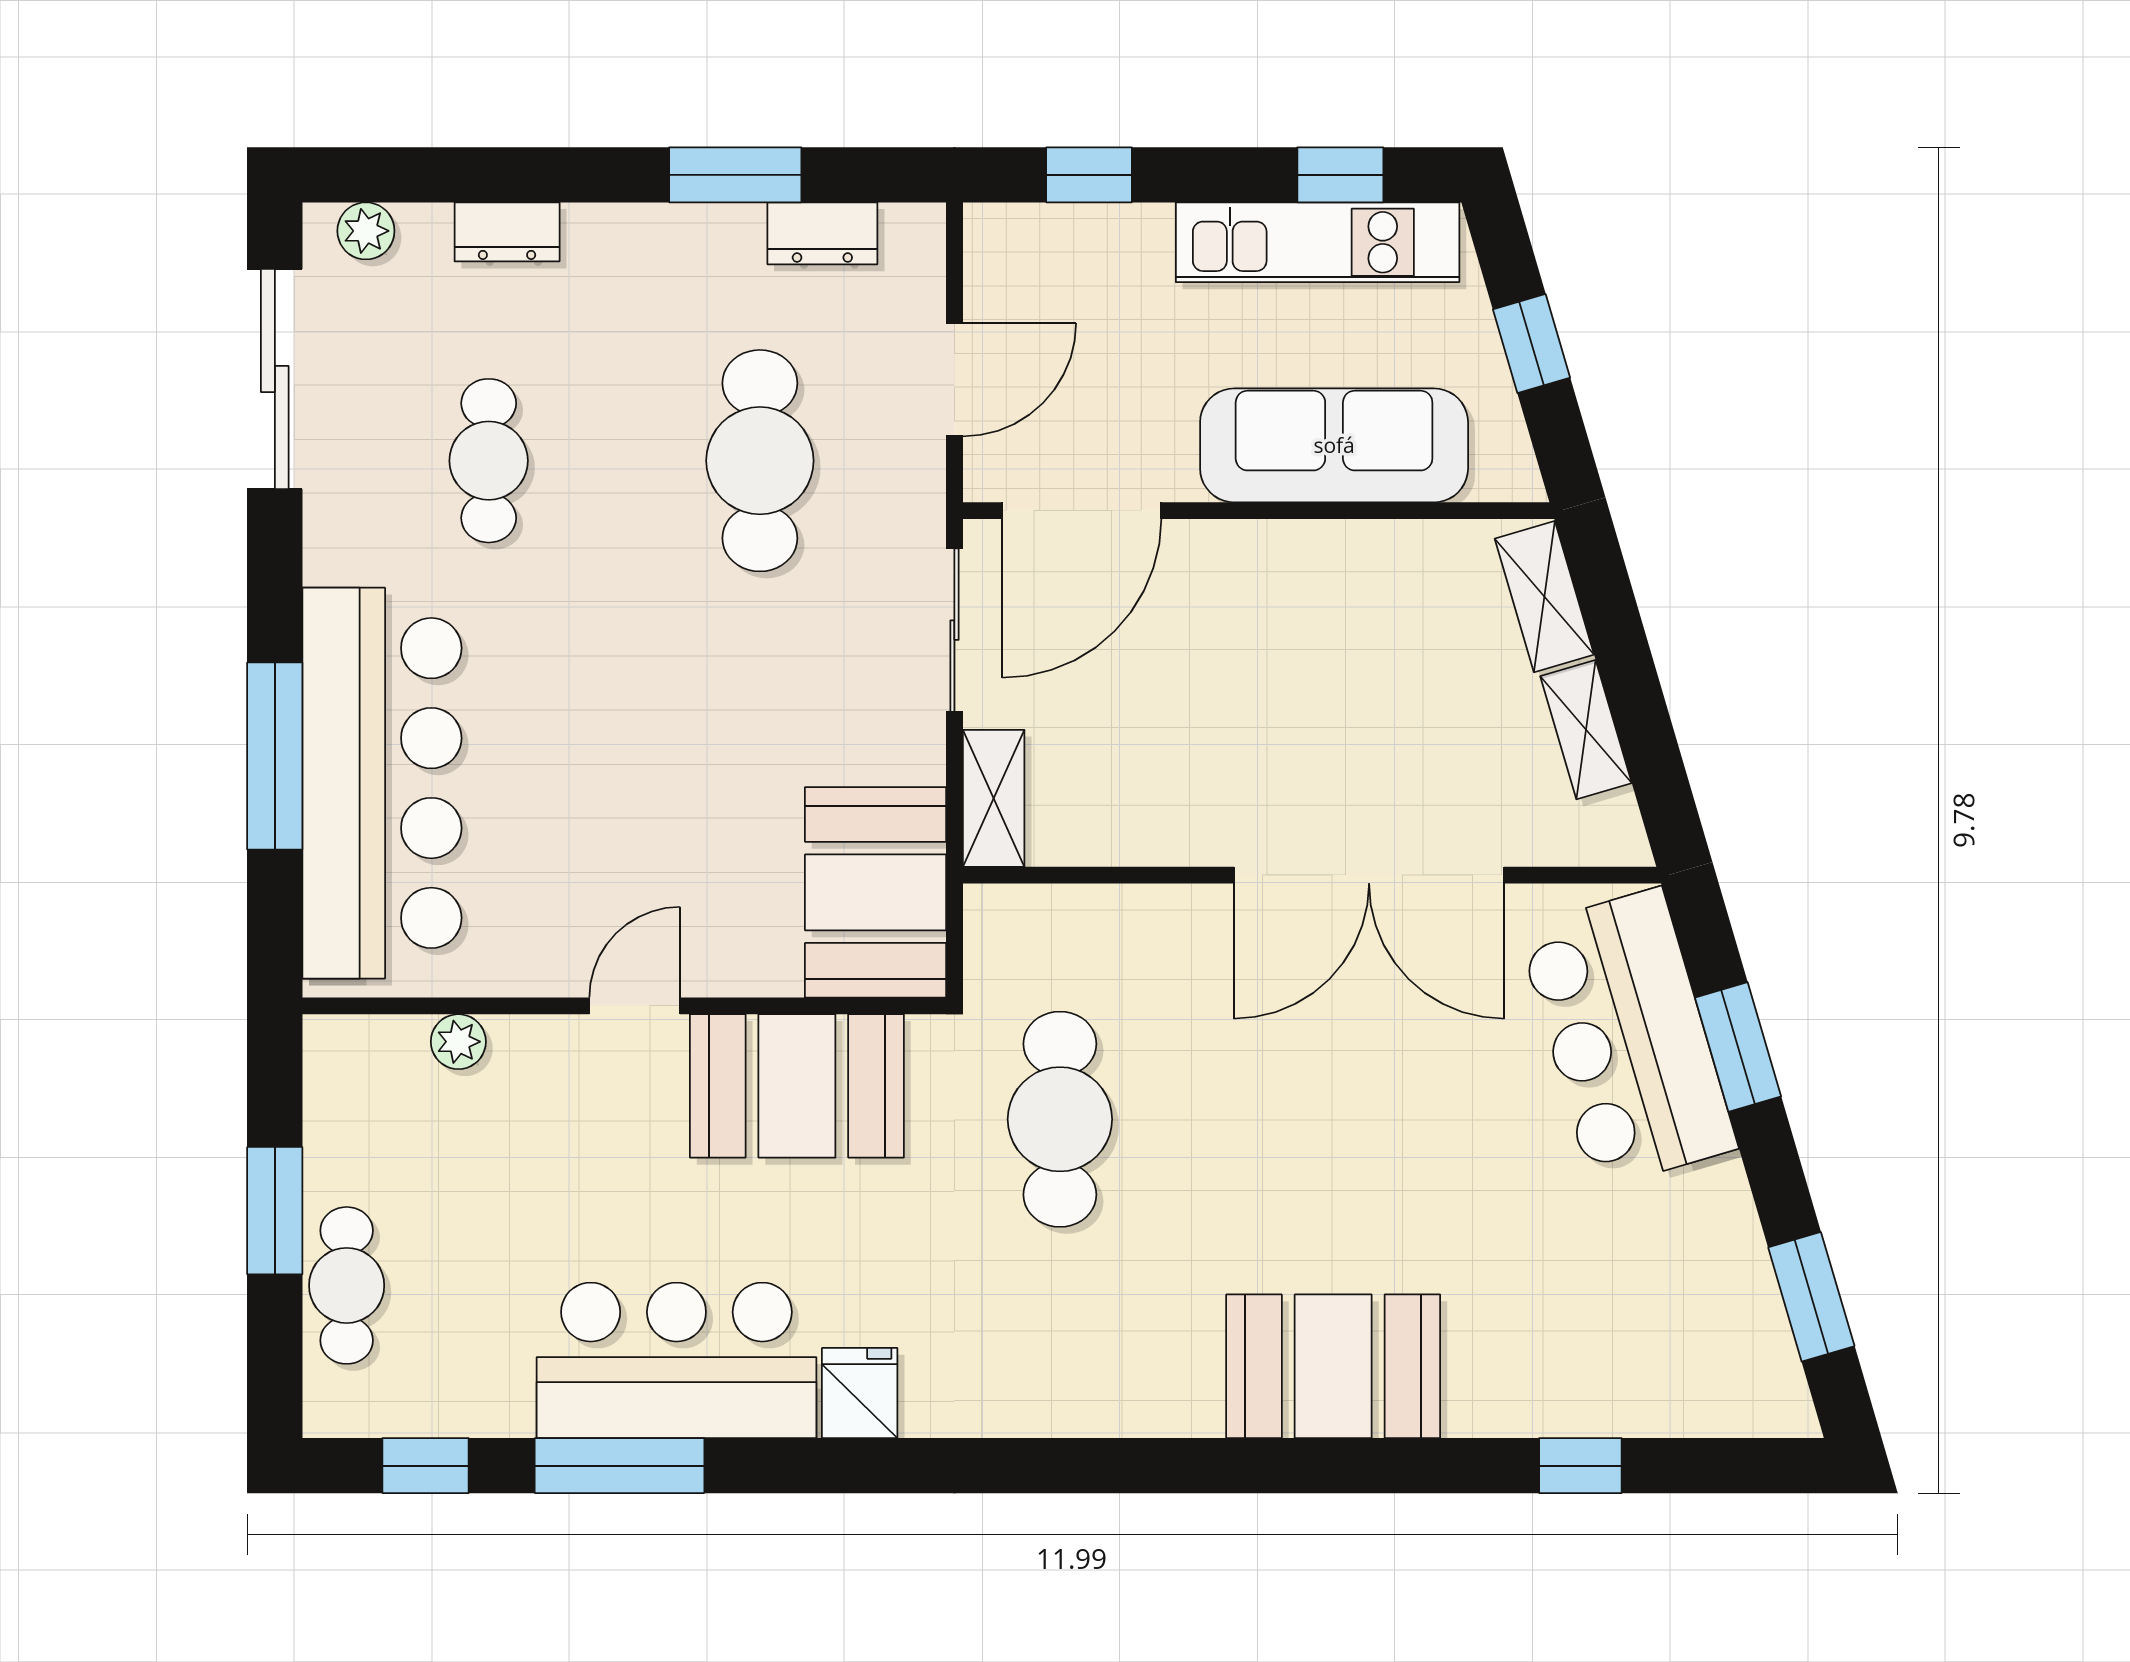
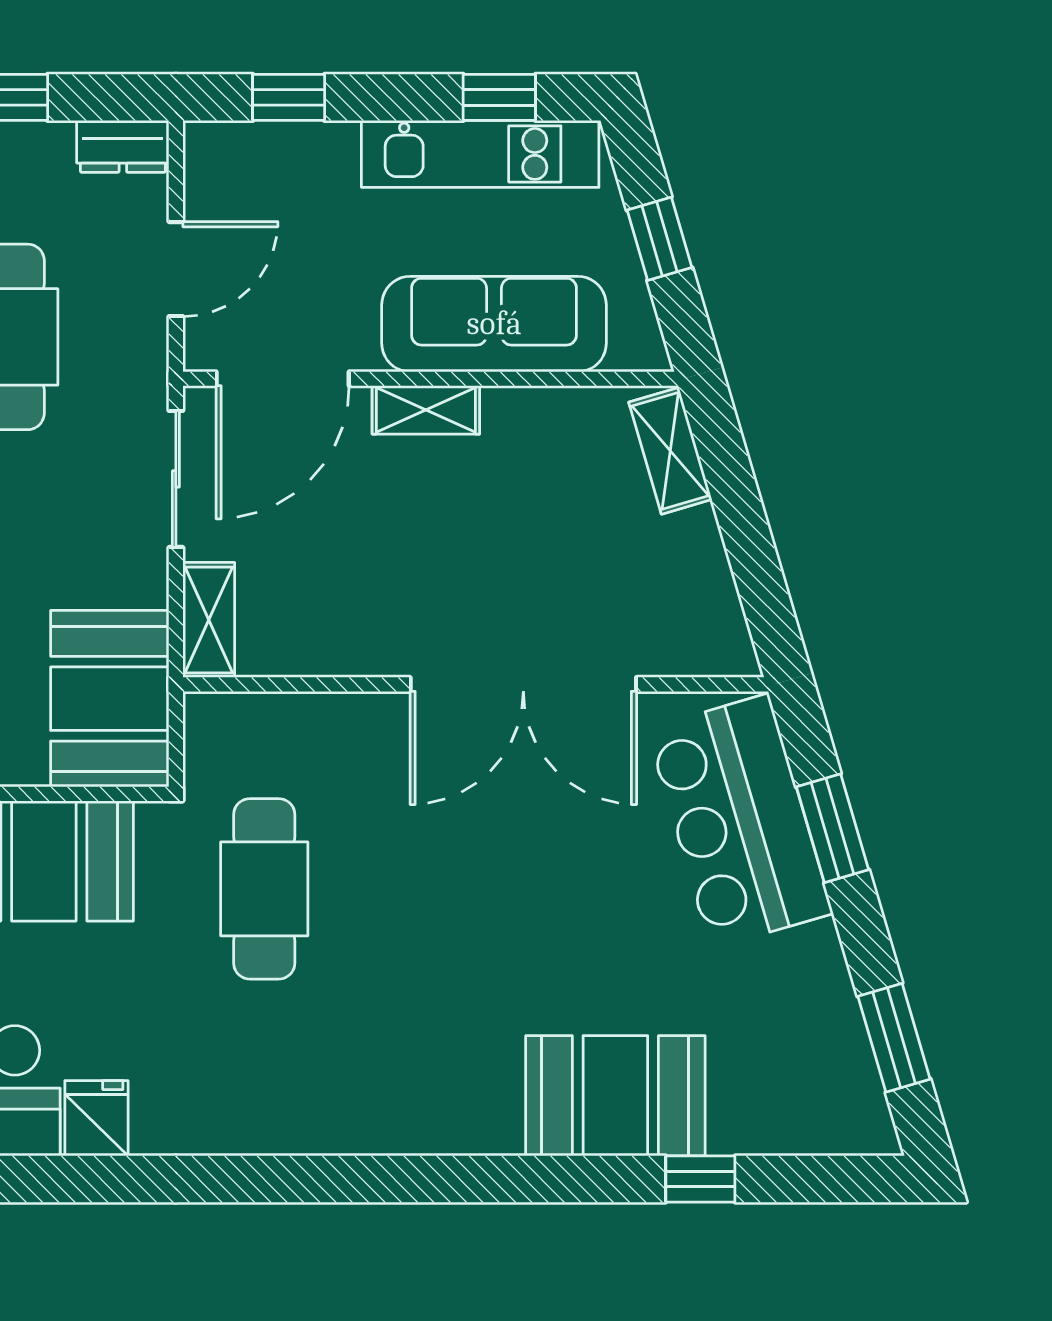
dresser: (822, 233) -> (123, 146), moved
shelving: (1586, 730) -> (426, 410), moved, turned -74
booth: (1333, 1366) -> (615, 1096), moved

